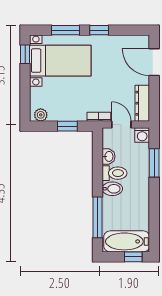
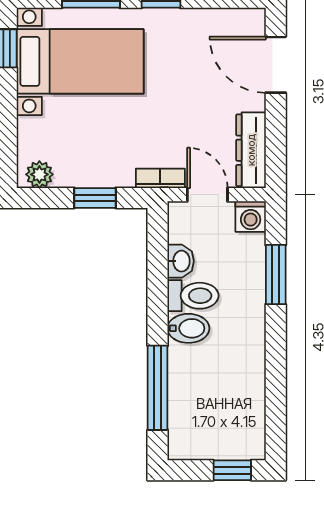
bathtub: (127, 241) -> (218, 438), removed

